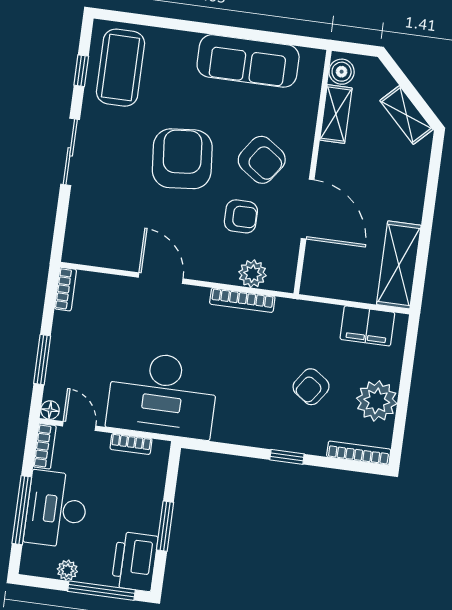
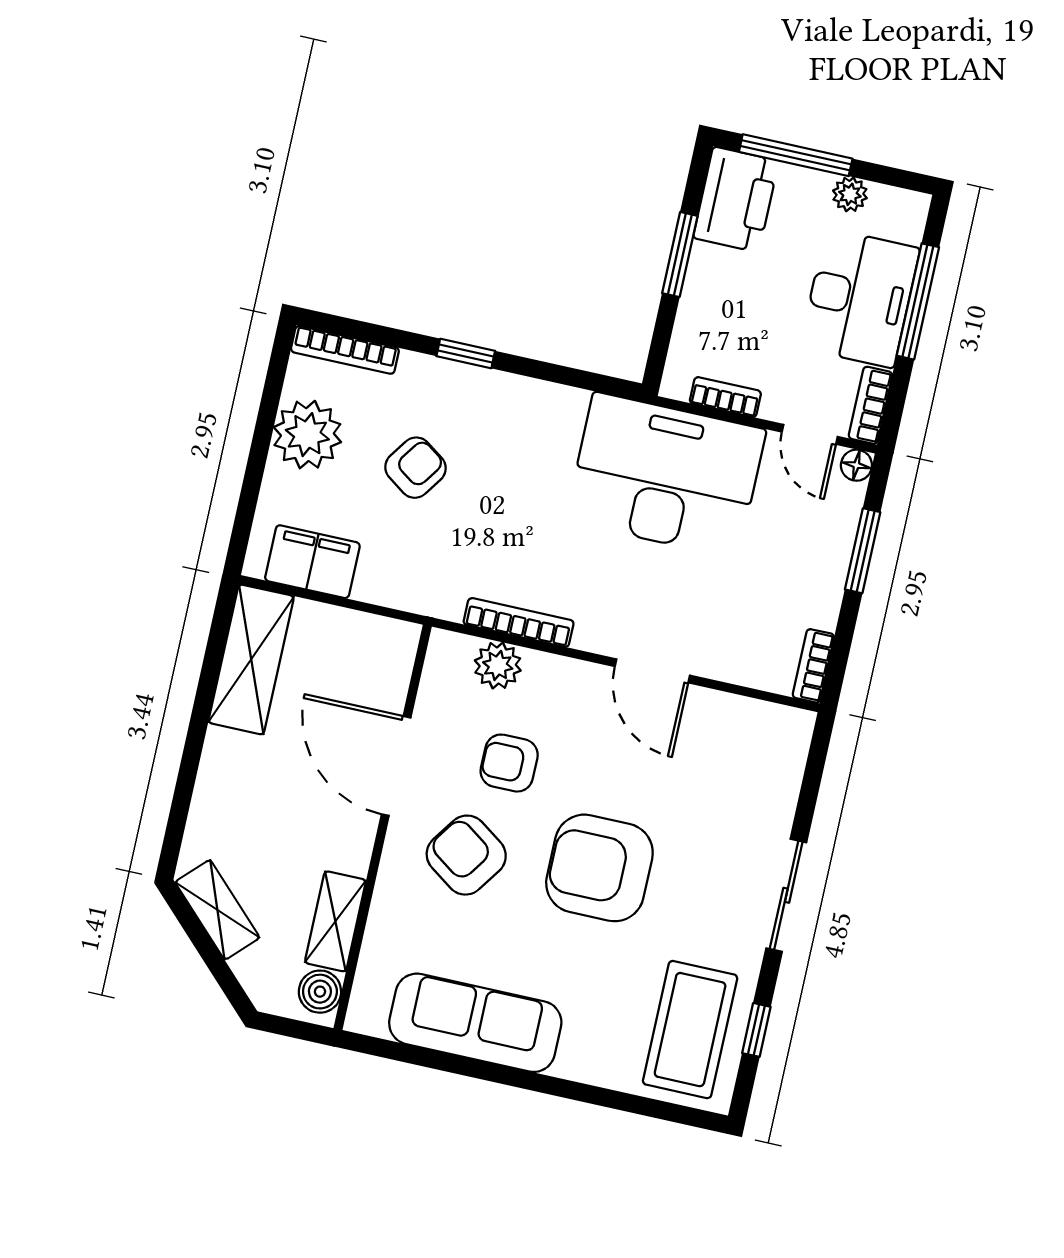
armchair: (182, 159) -> (599, 868), turned 95

